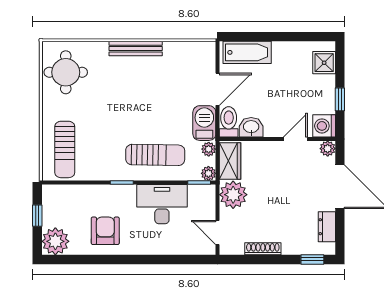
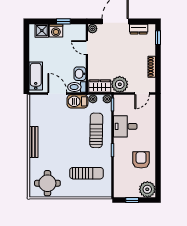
washing machine: (324, 126) -> (56, 31), moved
sun lounger: (65, 149) -> (87, 173), moved
desk: (162, 204) -> (125, 126), width x0.73
armchair: (105, 231) -> (141, 160), turned 90

